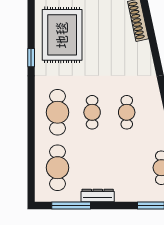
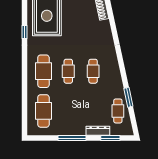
dresser: (98, 196) -> (98, 131), moved
window: (71, 206) -> (72, 138), moved

